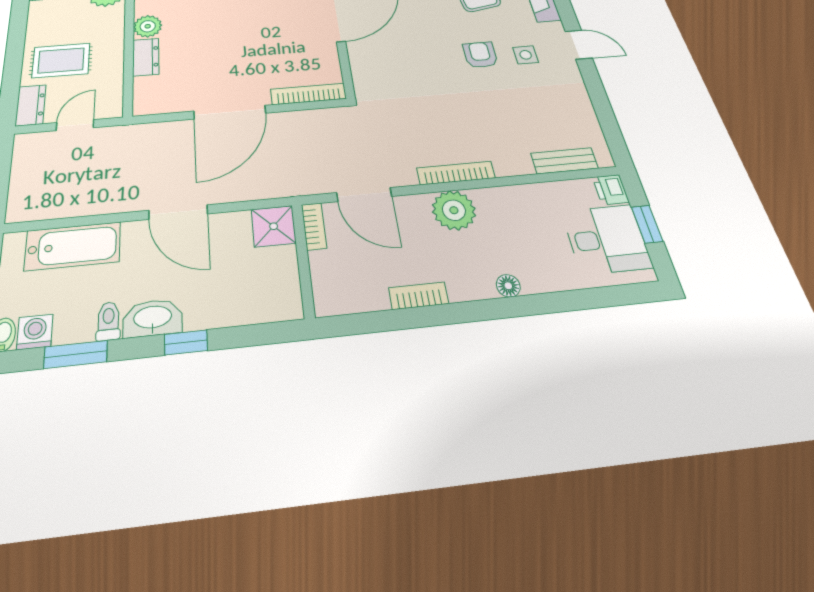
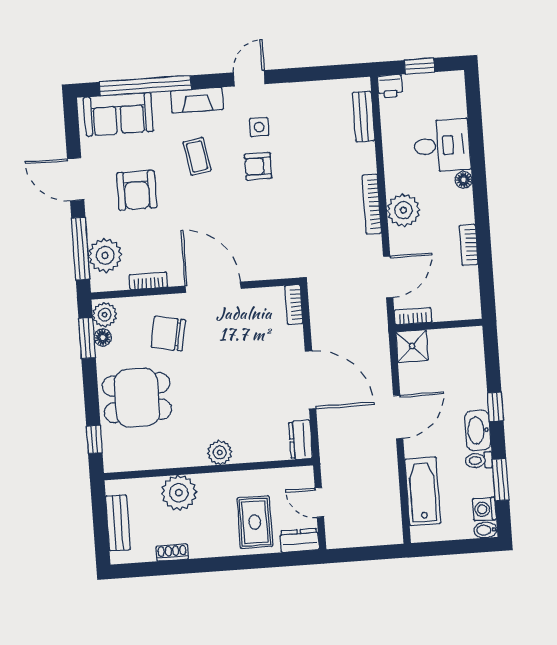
dresser: (146, 57) -> (301, 440), moved, turned -90
bookcase: (308, 94) -> (294, 305), width x0.64
desk: (606, 239) -> (442, 145), moved, turned 90

